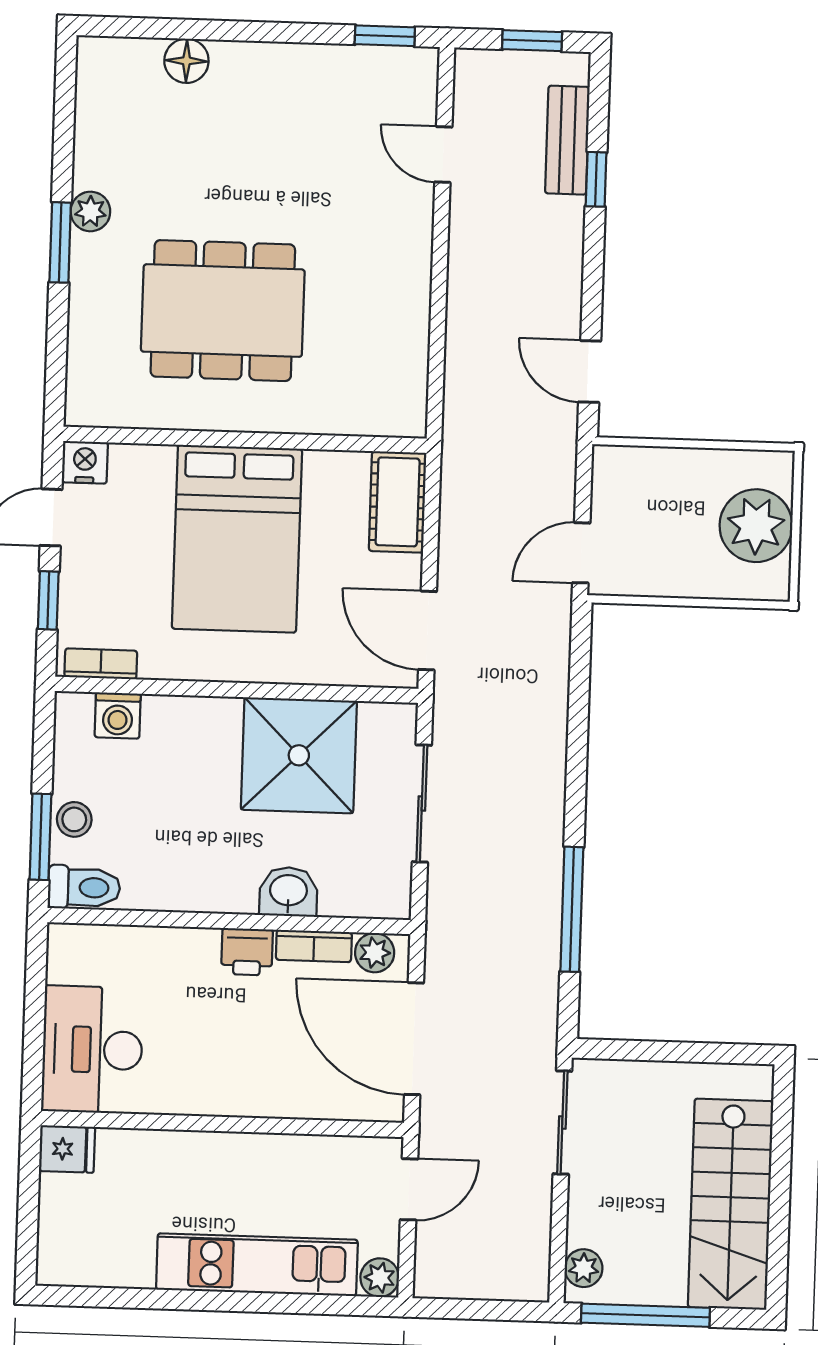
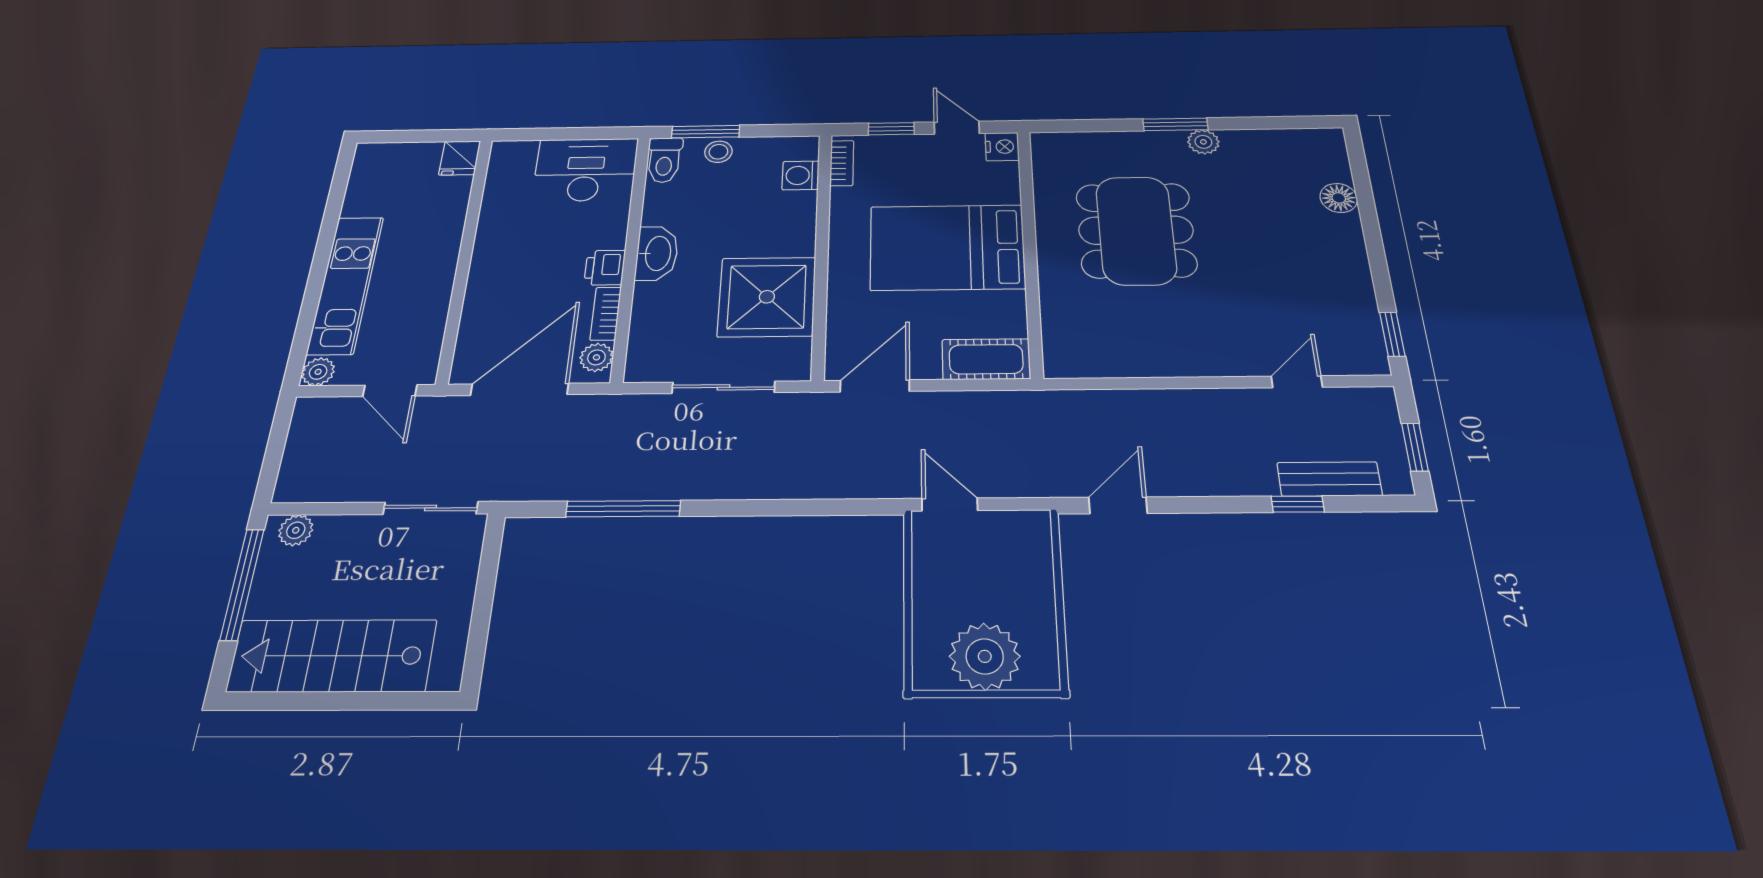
washbasin: (288, 892) -> (657, 253), moved, width x1.38
desk: (92, 1050) -> (585, 170), moved

